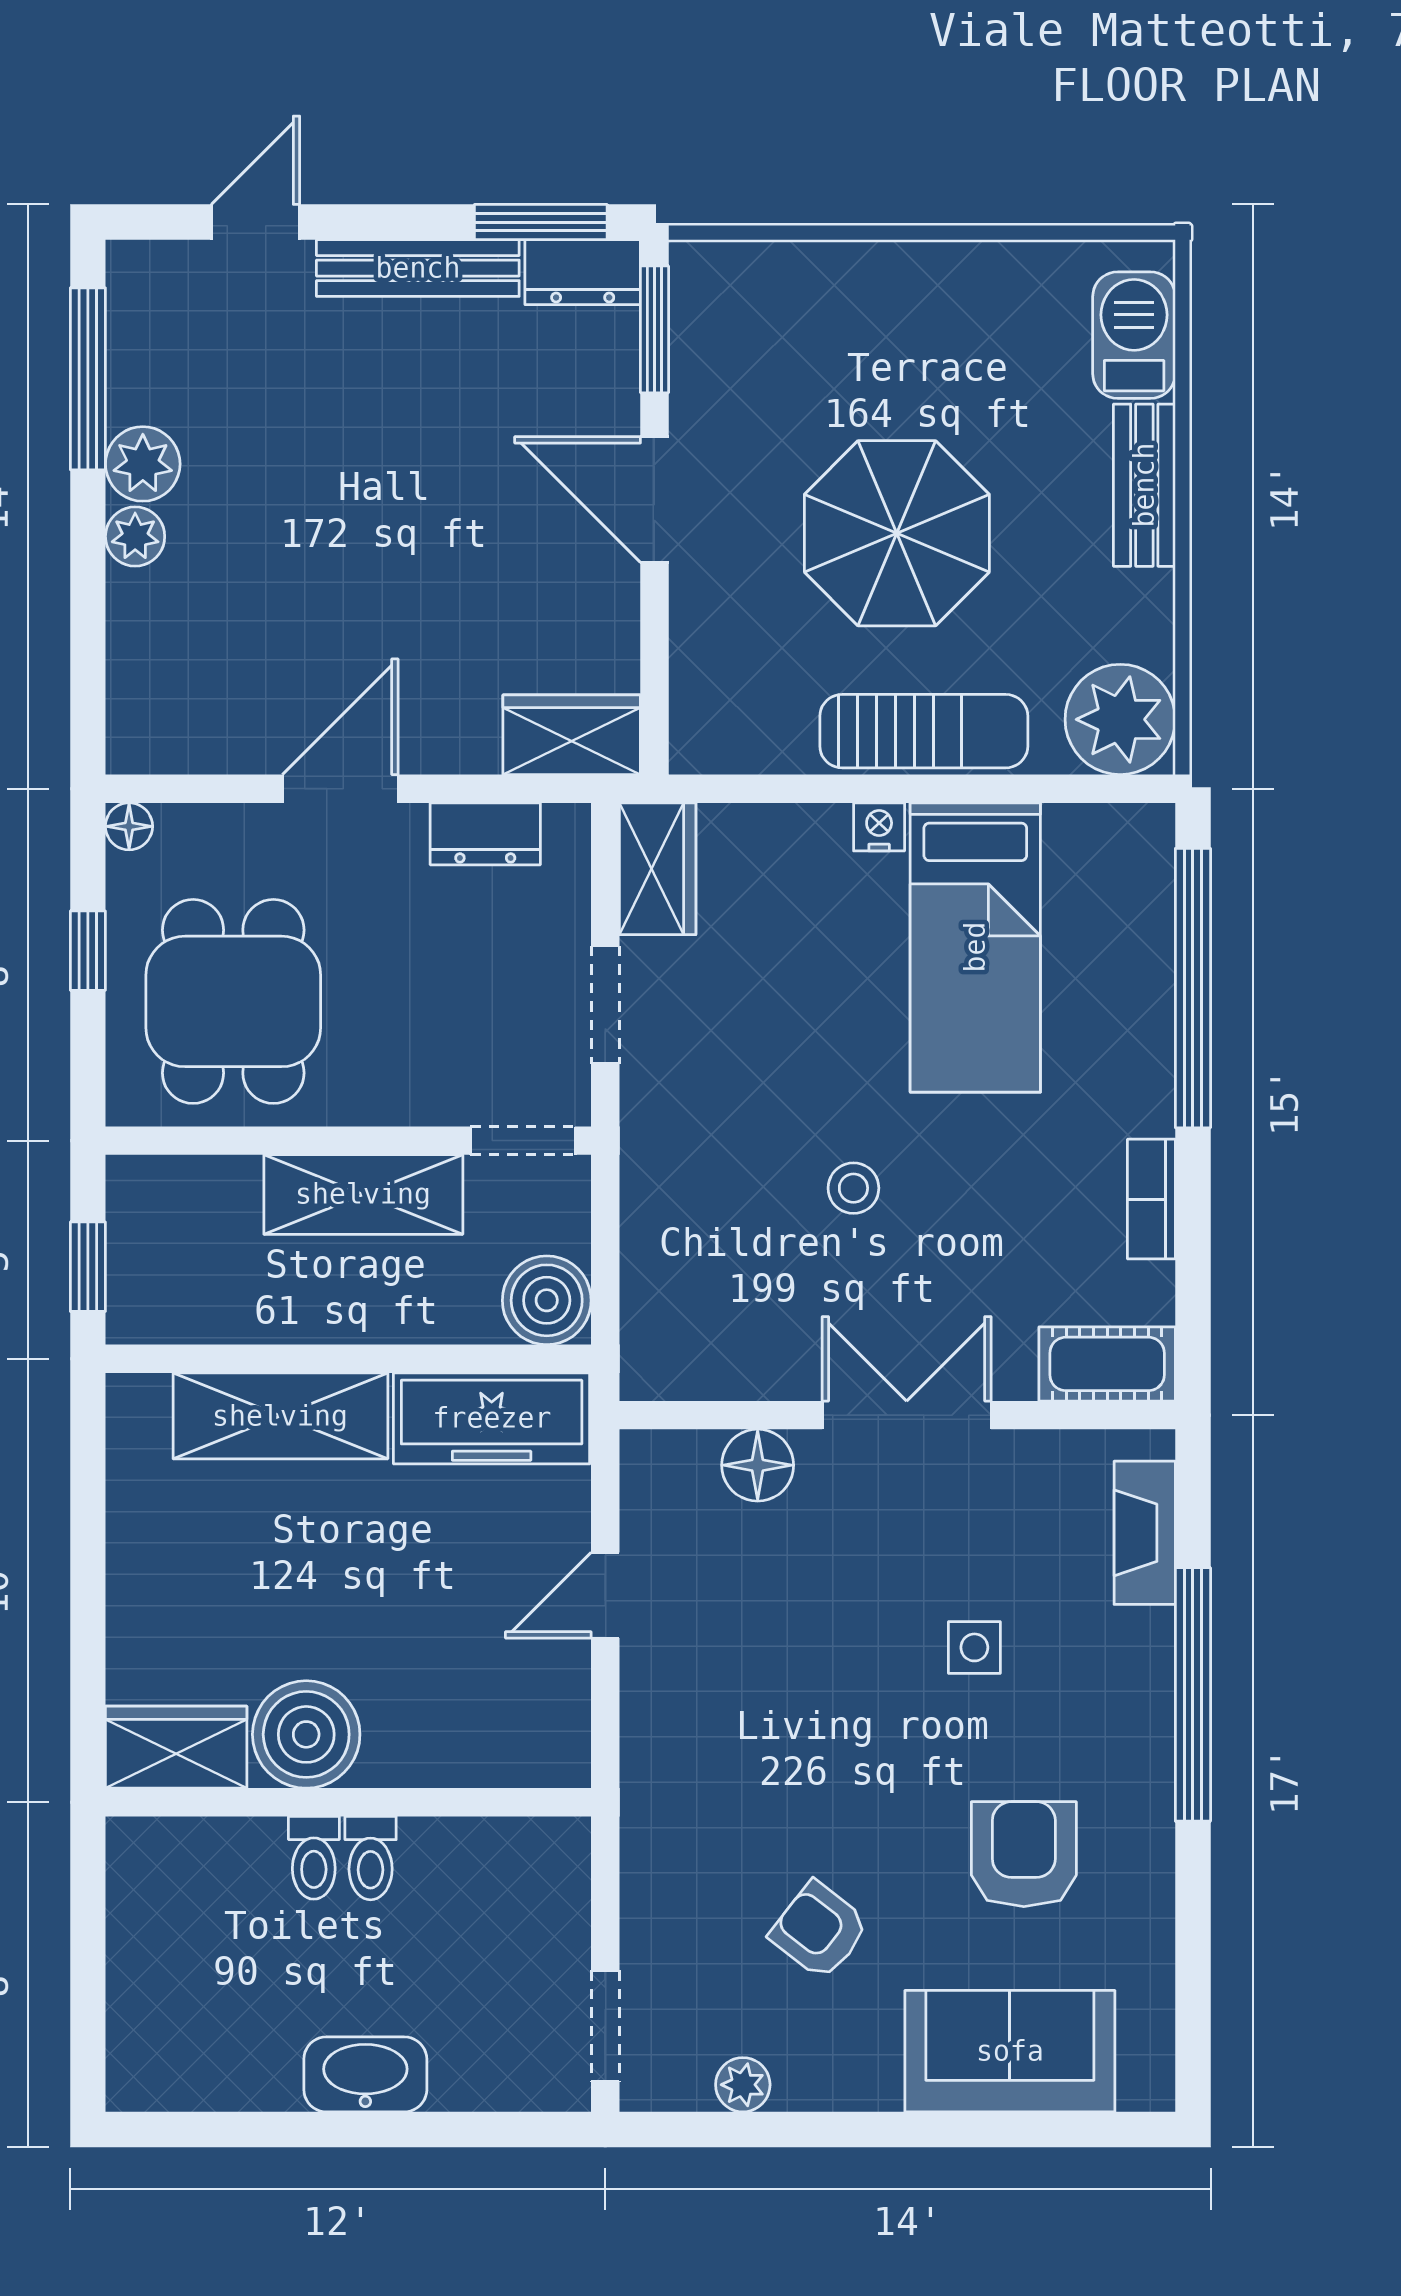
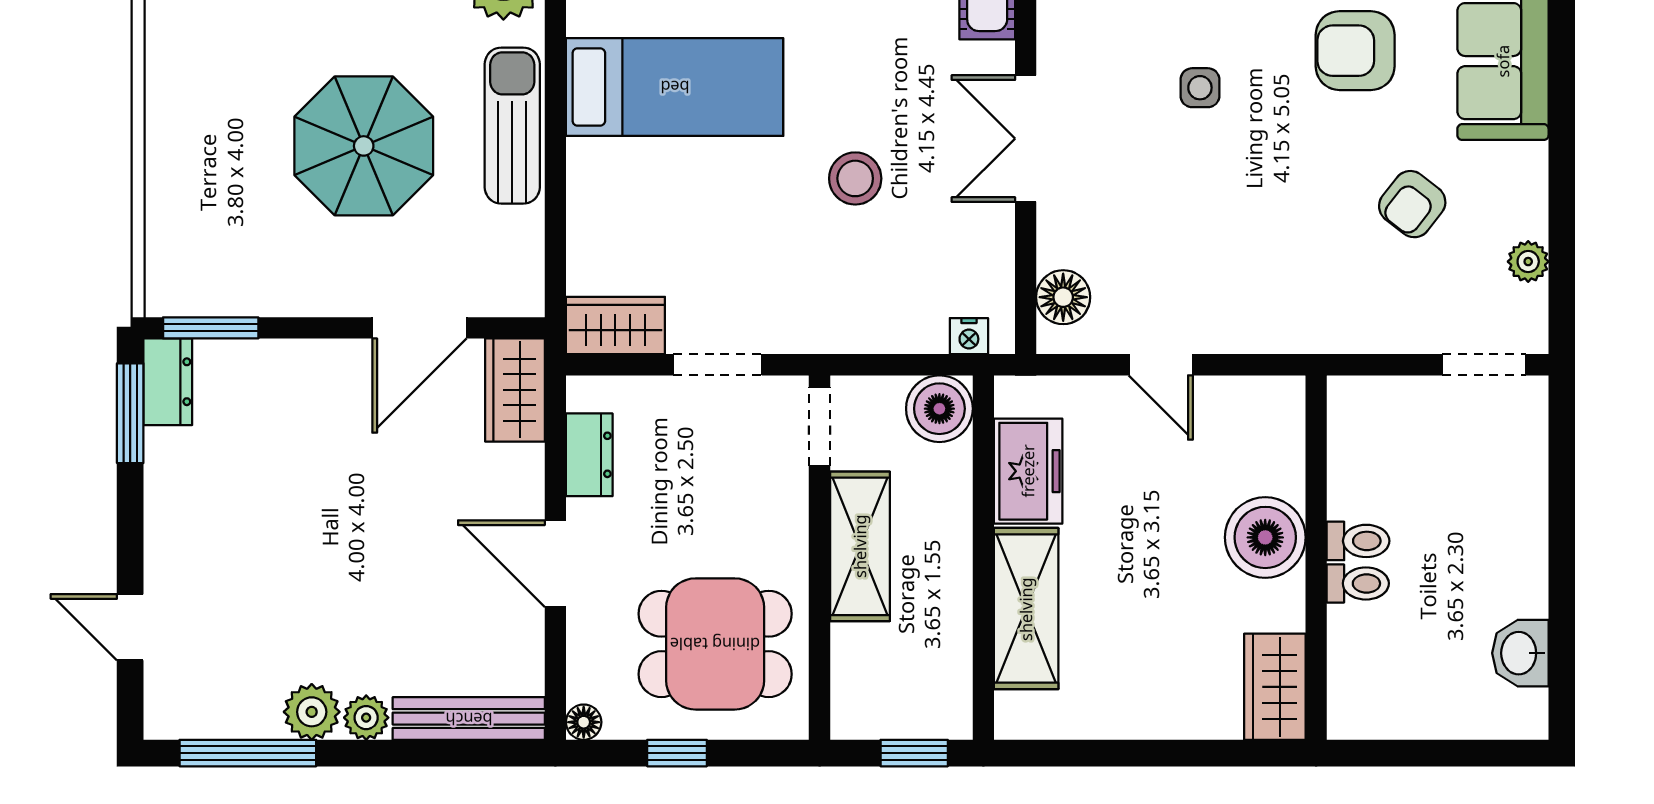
bench: (418, 268) -> (469, 719), moved, turned 90
door: (654, 500) -> (419, 328), moved
nightstand: (879, 827) -> (969, 336), moved, turned -90
stool: (853, 1188) -> (855, 178), width x1.37, depth x1.37
freezer: (492, 1418) -> (1028, 471), width x0.71
floor lamp: (758, 1465) -> (1063, 297), moved
boiler: (306, 1734) -> (1265, 537), moved
washbasin: (365, 2074) -> (1520, 653), moved, width x0.72

